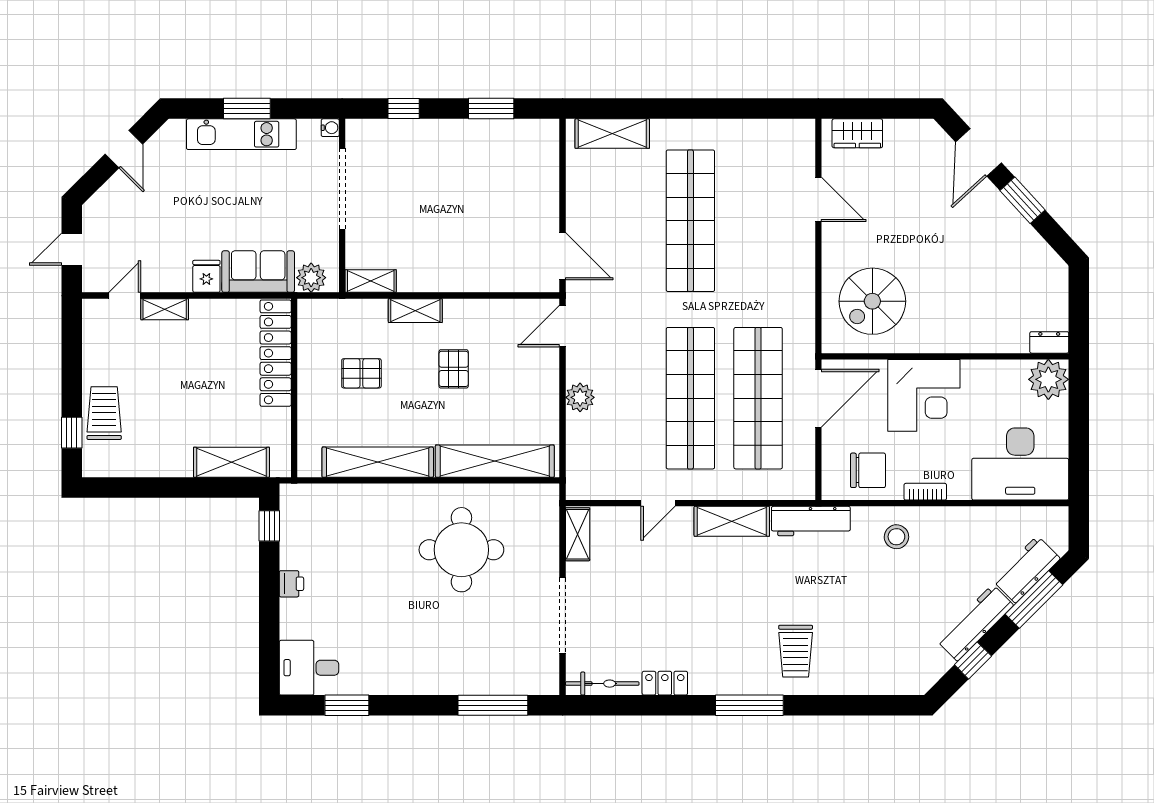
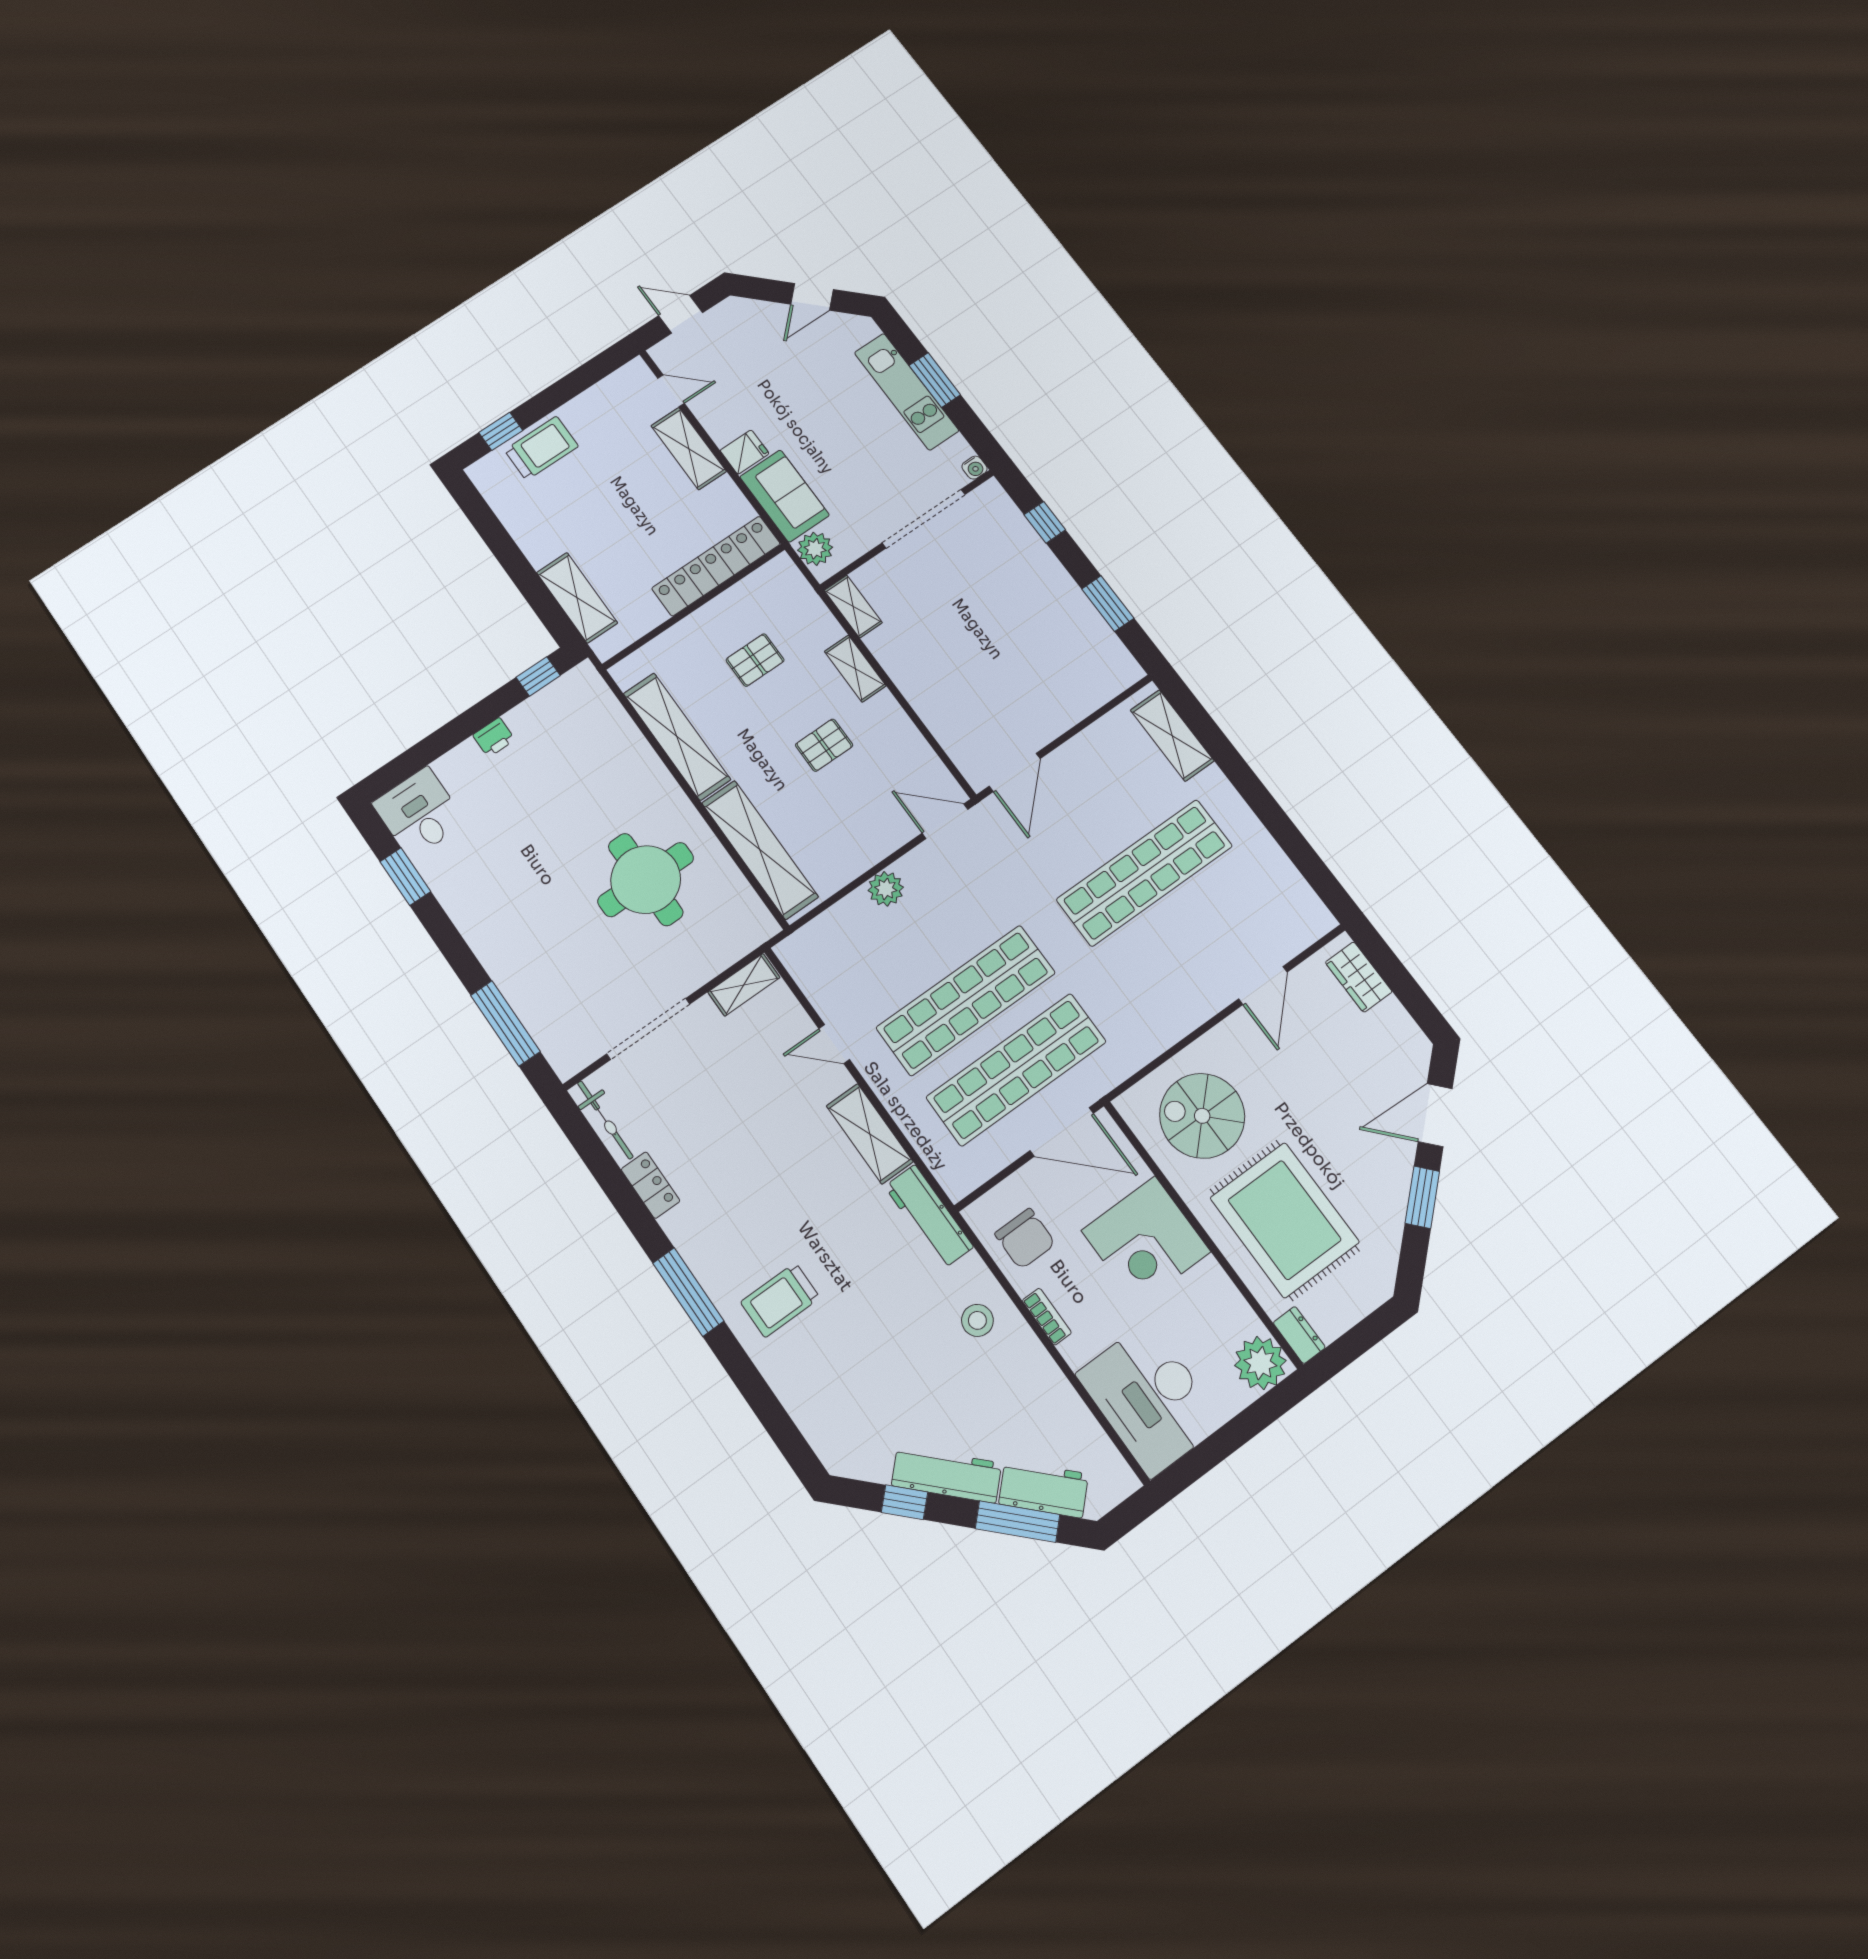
rug: (974, 298) -> (1285, 1220), added
shelving: (165, 309) -> (689, 449), width x1.50, depth x1.33
pallet: (361, 373) -> (755, 660), turned 90

